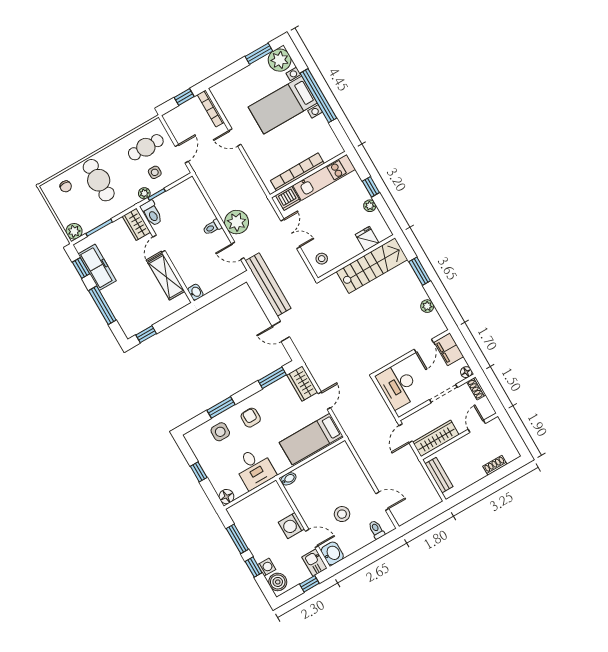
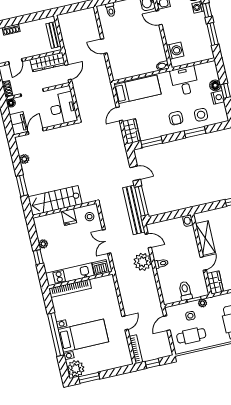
door: (235, 138) -> (125, 323), hinge flipped
bookcase: (297, 172) -> (70, 288), moved
toilet: (152, 213) -> (185, 291), moved
fridge: (367, 239) -> (69, 217), moved
window: (262, 299) -> (141, 201), added
nightstand: (206, 460) -> (218, 97), added
floor lamp: (226, 497) -> (215, 85), moved
door: (382, 501) -> (104, 46), moved
stool: (342, 514) -> (132, 29), removed
washing machine: (291, 526) -> (175, 51), moved

